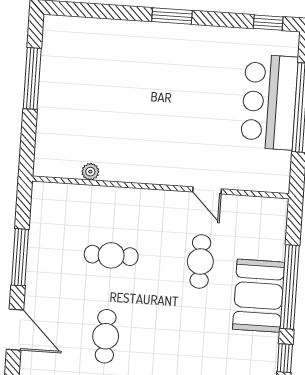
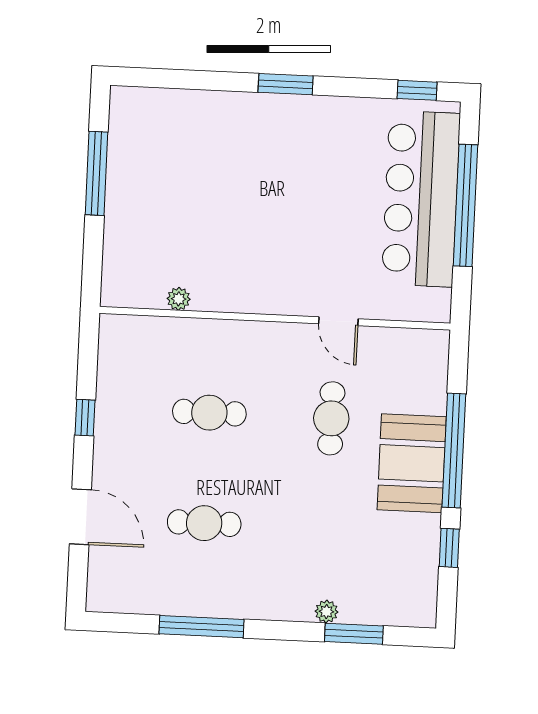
bar counter: (269, 102) -> (421, 199), width x1.36
window: (20, 257) -> (85, 418), width x0.46
cafe table: (106, 336) -> (204, 523), turned 90

